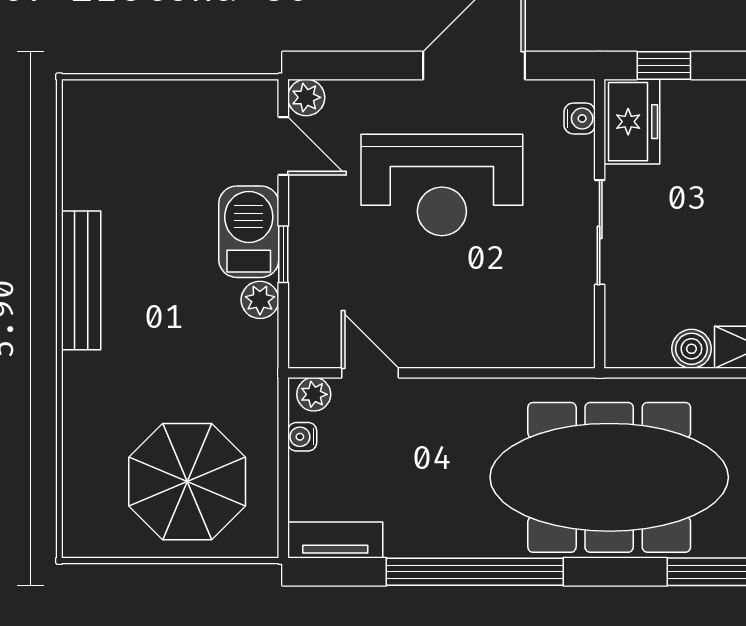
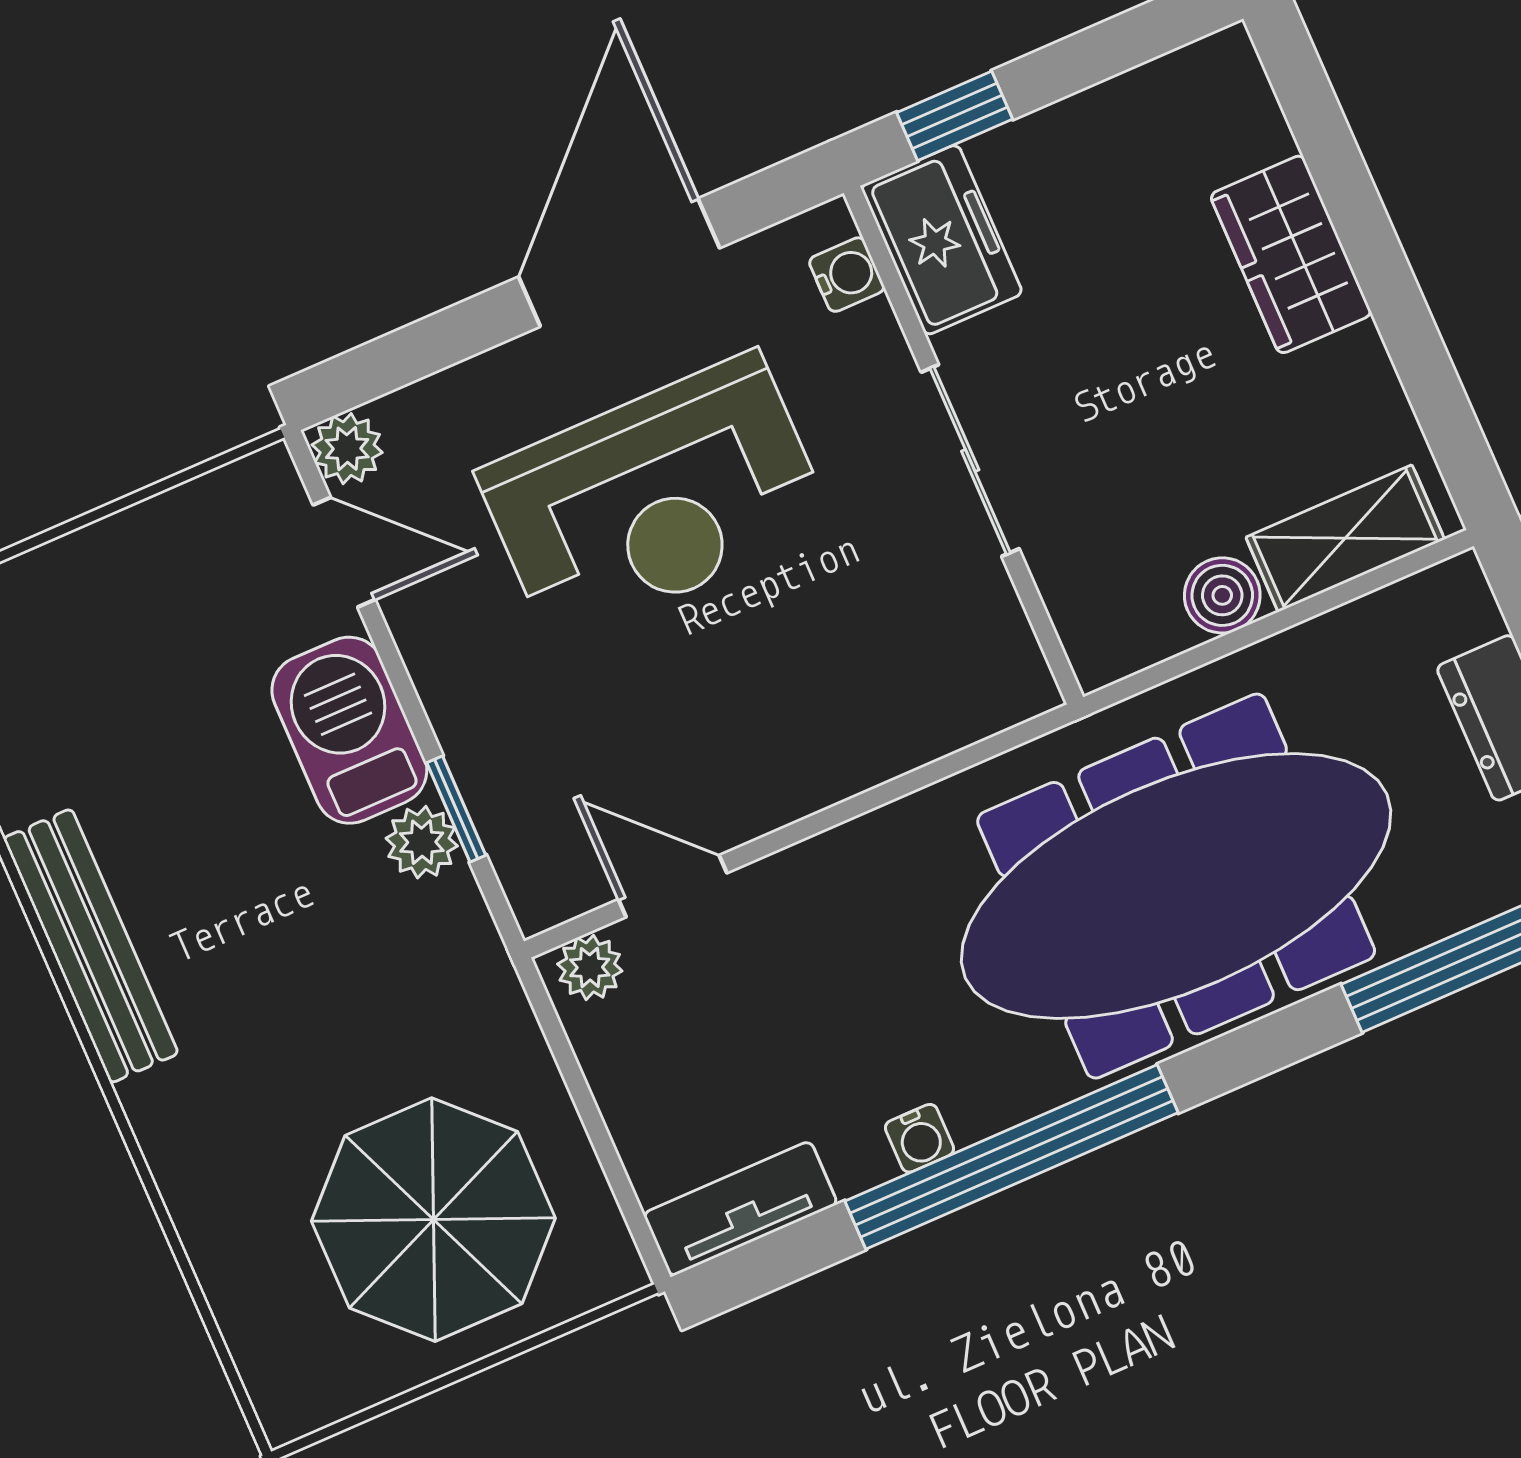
window: (283, 254) -> (456, 809), moved
water cooler: (302, 437) -> (920, 1138), moved, turned -90

